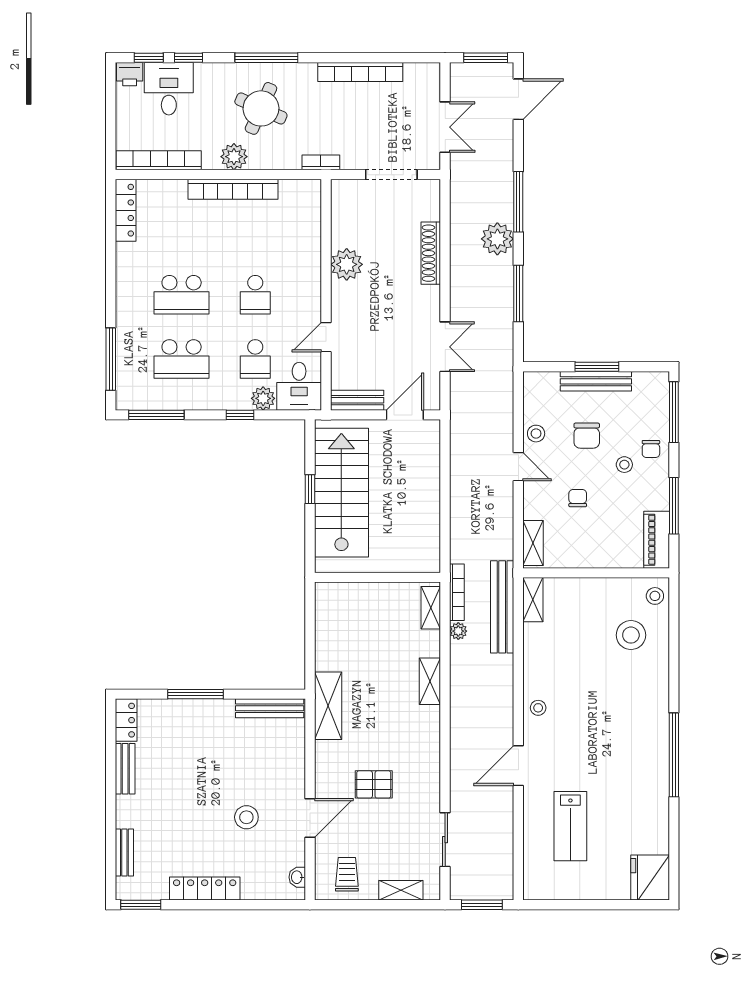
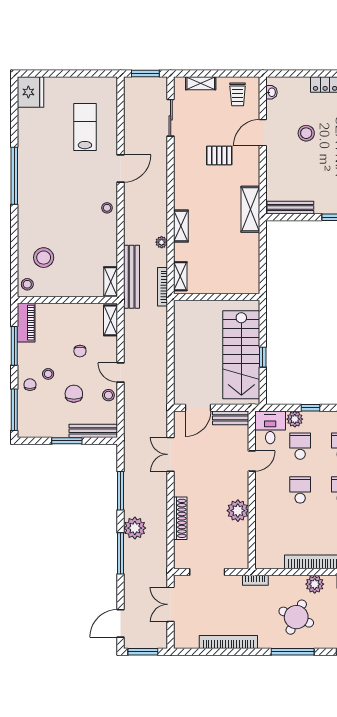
bench: (596, 381) -> (93, 431), moved
plant: (458, 631) -> (162, 242), moved

